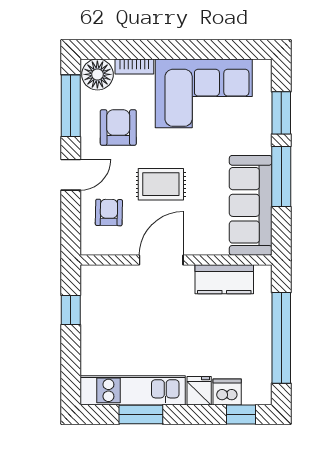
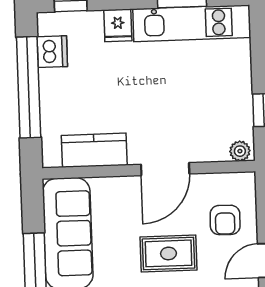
plant: (93, 274) -> (240, 151), added
dishwasher: (227, 392) -> (52, 52), moved, turned -90

